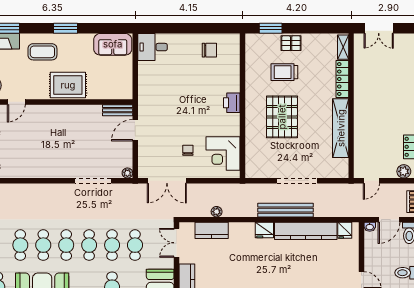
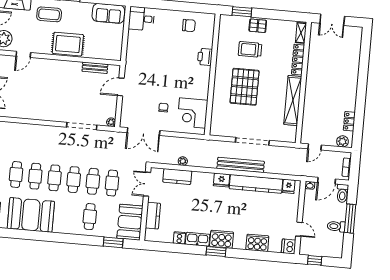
printer: (232, 103) -> (205, 57), moved
bench: (118, 110) -> (95, 68), moved

